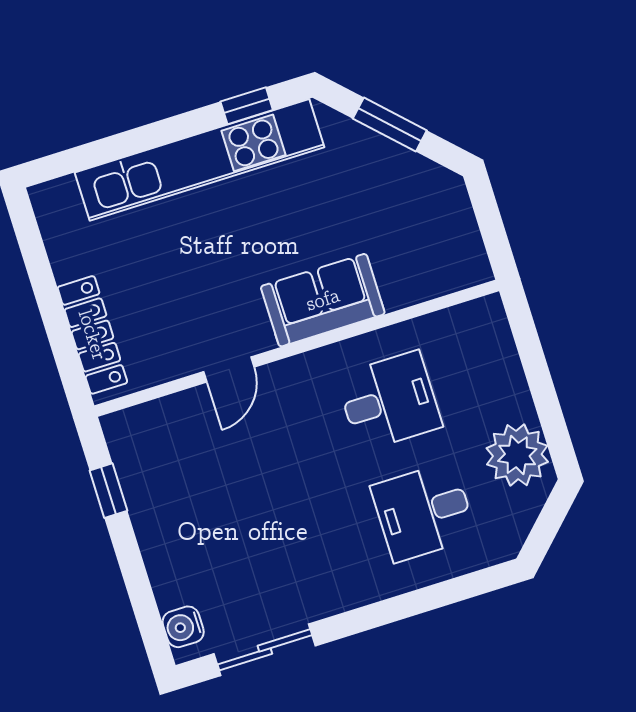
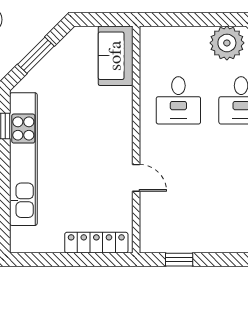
sofa: (323, 300) -> (116, 56), moved
desk: (389, 401) -> (178, 100), turned 180

